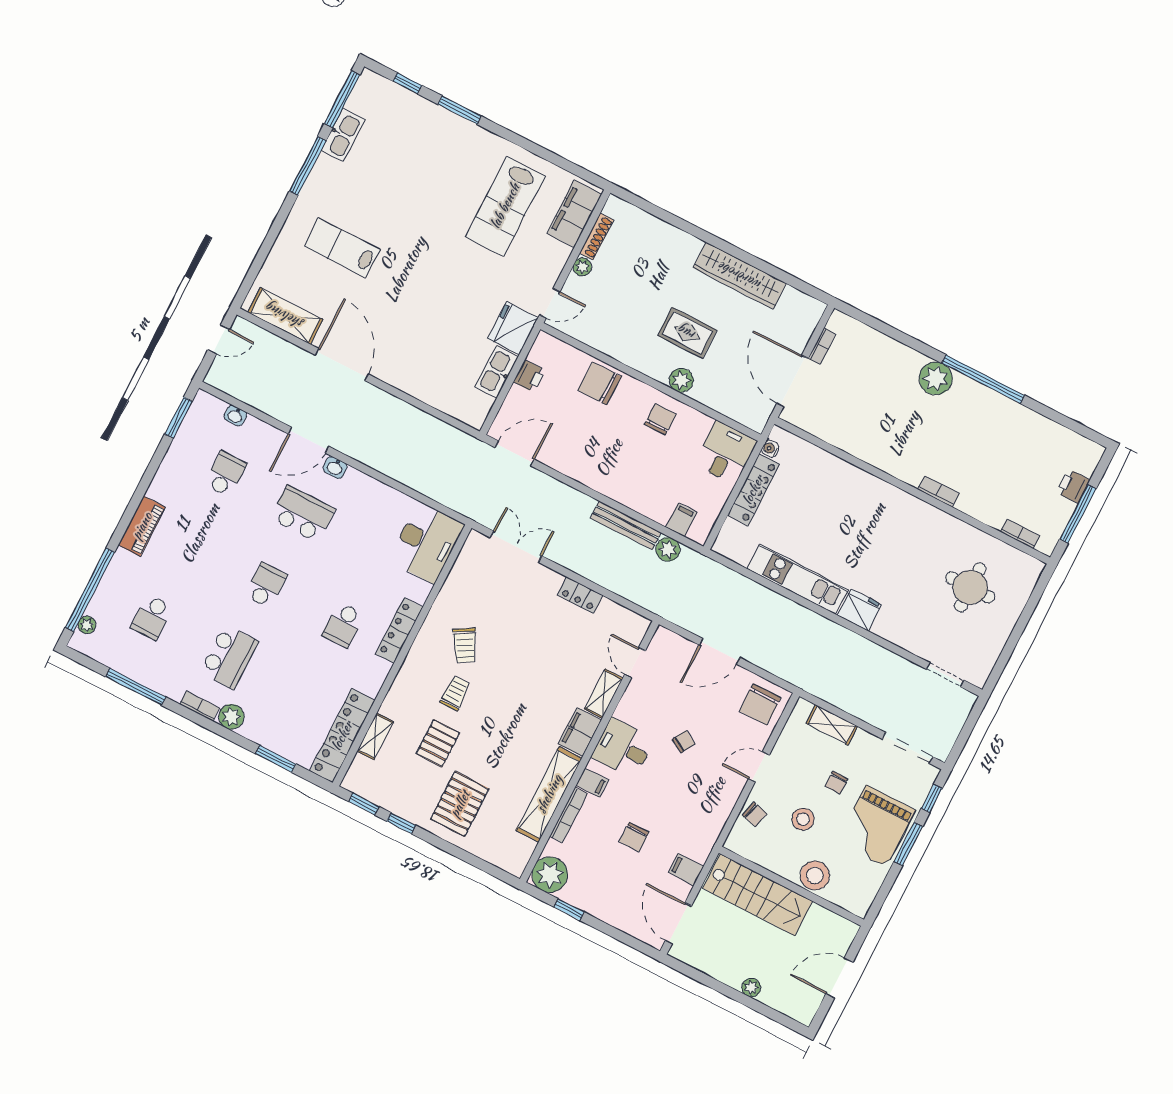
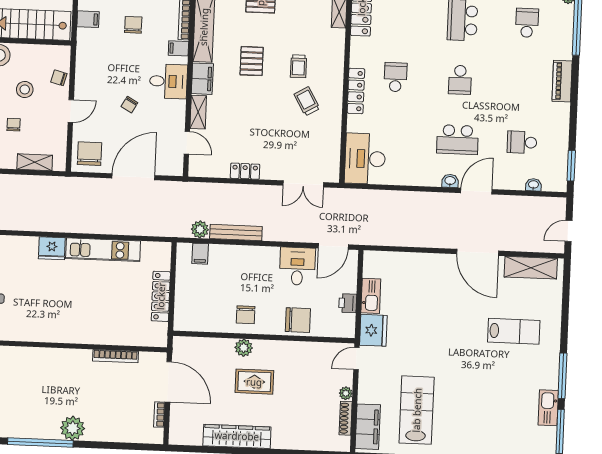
water cooler: (770, 449) -> (162, 329), removed
desk: (726, 453) -> (297, 266), moved, turned 180
school desk: (225, 474) -> (522, 142), turned 90
bookcase: (938, 491) -> (116, 356), moved, width x1.56
door: (719, 651) -> (133, 177), width x1.36
pallet: (438, 743) -> (252, 61), moved

